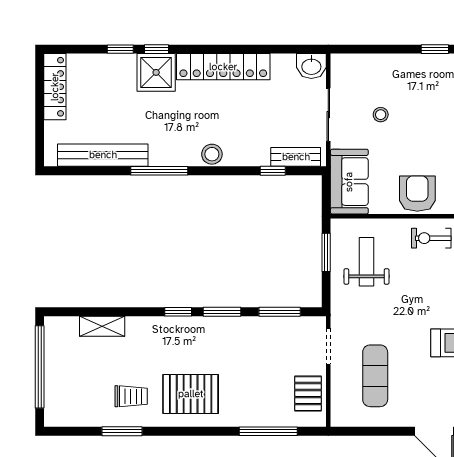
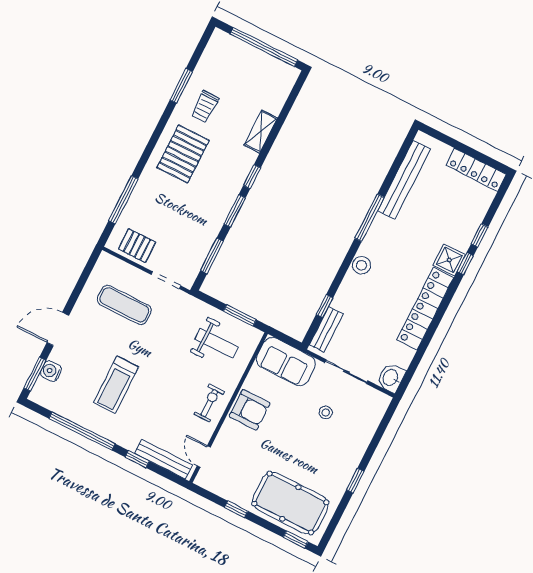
shower: (156, 72) -> (449, 260), width x0.73, depth x0.73
shelving: (102, 326) -> (261, 132), moved

